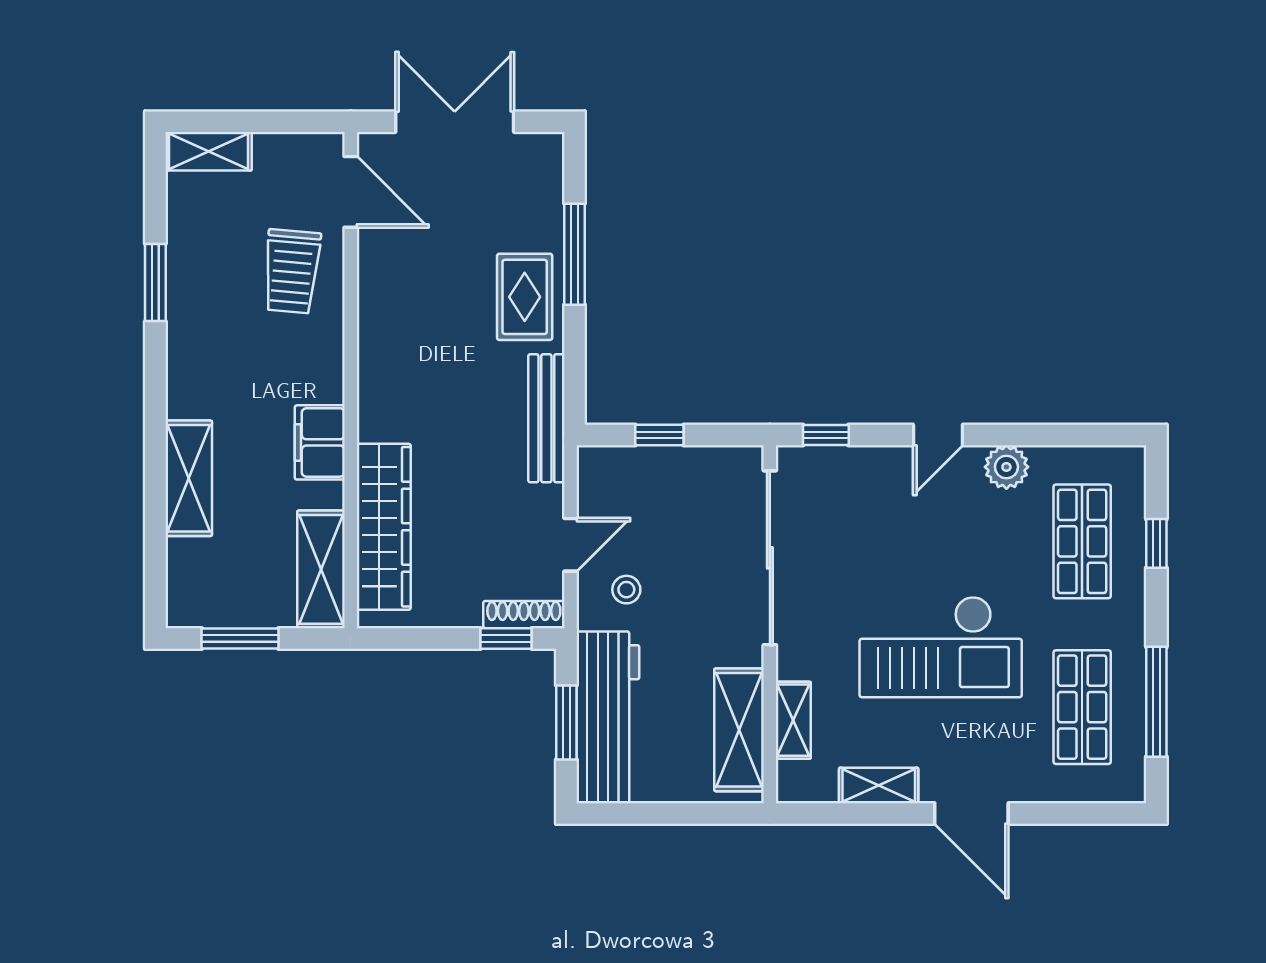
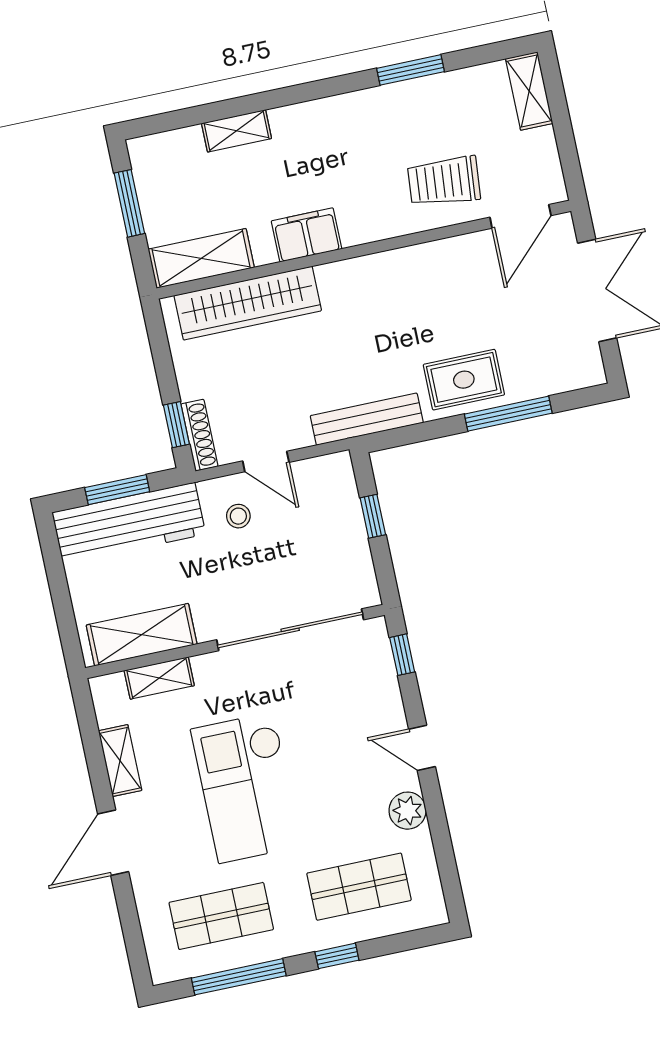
shelving: (189, 478) -> (236, 131), width x0.67, depth x0.75
window: (1156, 543) -> (337, 956), moved

